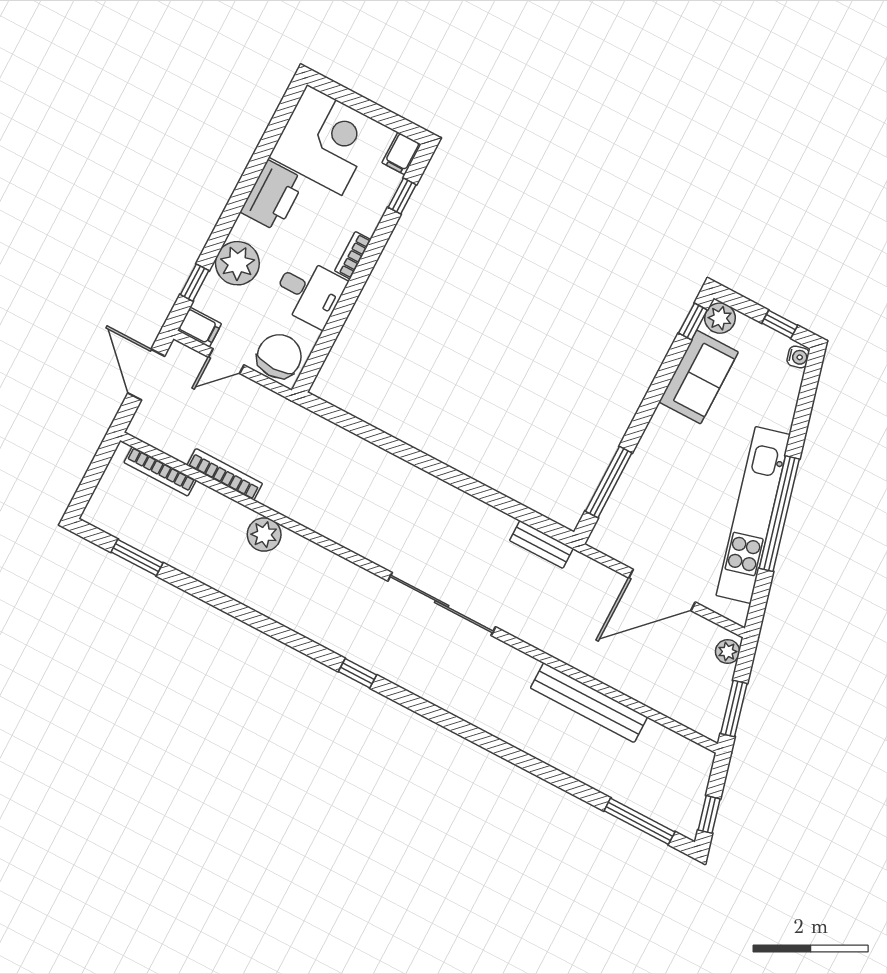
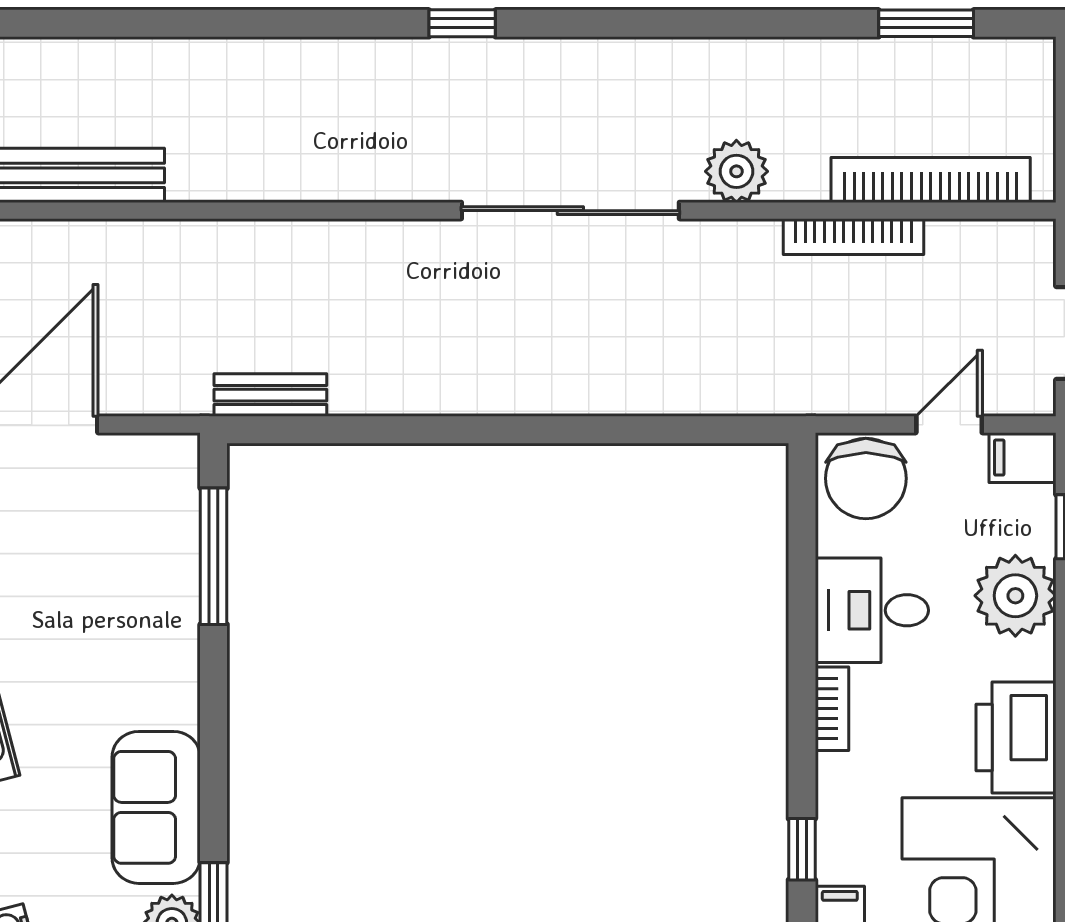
bookcase: (160, 471) -> (931, 180), width x1.48, depth x1.31
sliding door: (442, 604) -> (570, 211), moved

